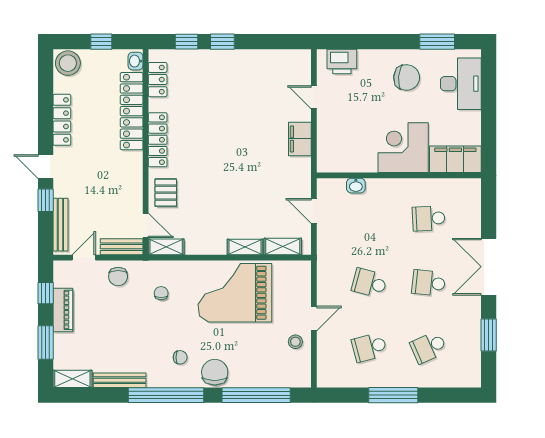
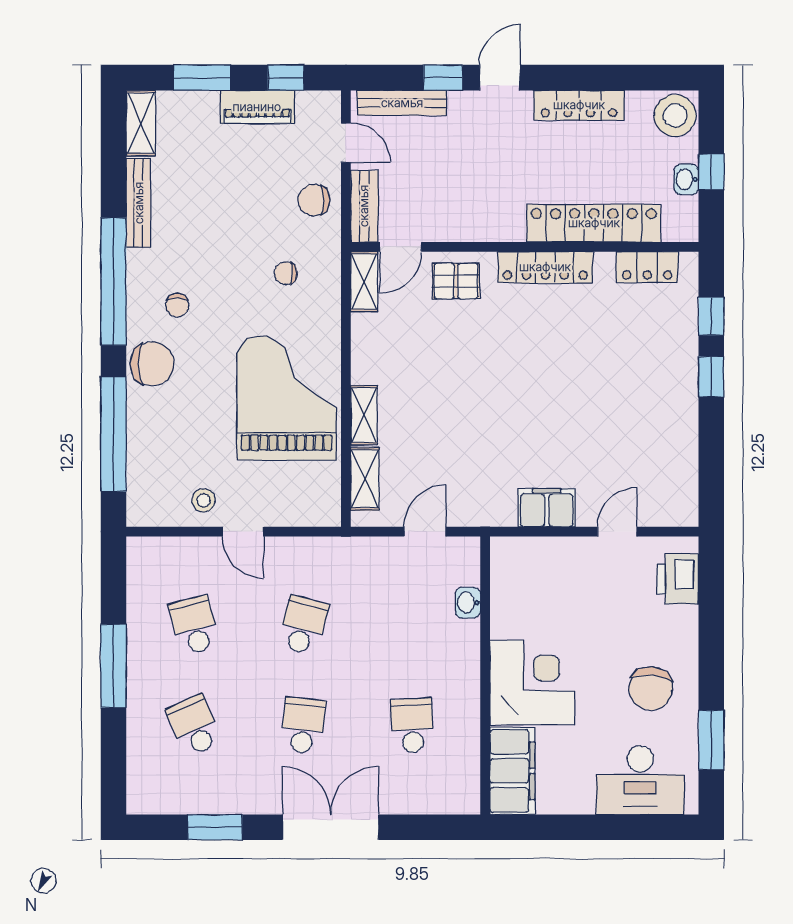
washbasin: (136, 61) -> (686, 179), moved, turned -90
chair: (161, 293) -> (286, 273), turned 180

